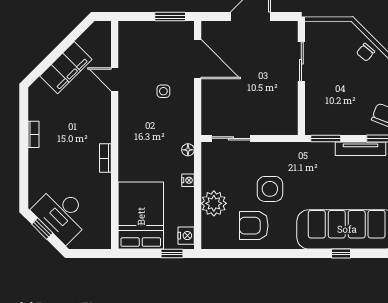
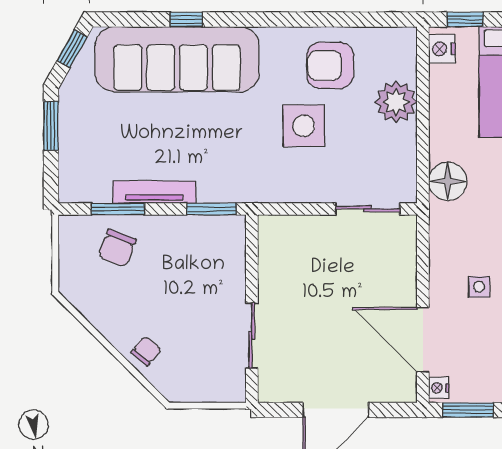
floor lamp: (188, 150) -> (448, 181), width x1.89, depth x1.89
nightstand: (188, 180) -> (439, 388), moved
armchair: (254, 226) -> (330, 65), turned 180

